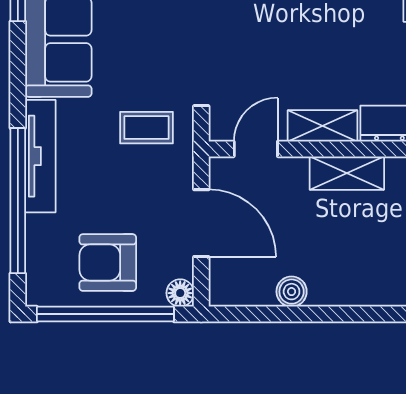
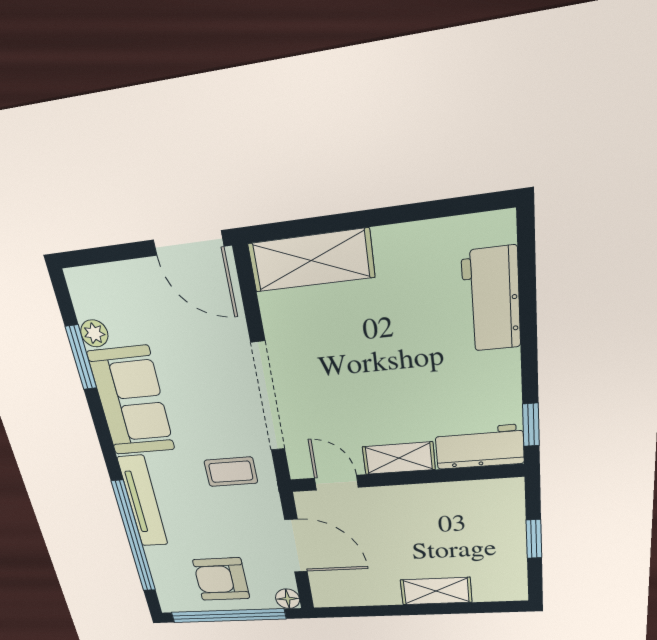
door: (256, 149) -> (336, 483), hinge flipped
shelving: (347, 173) -> (436, 591), moved
boiler: (292, 292) -> (386, 594), removed

